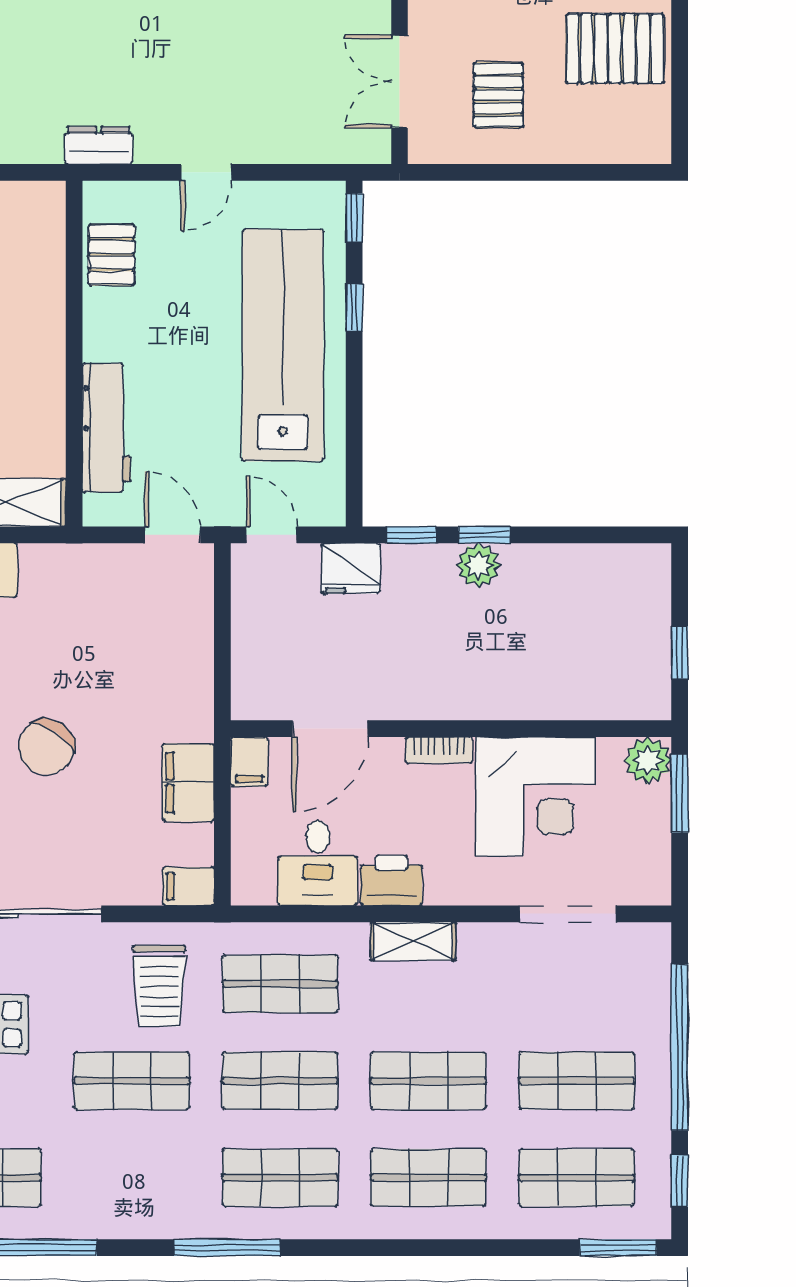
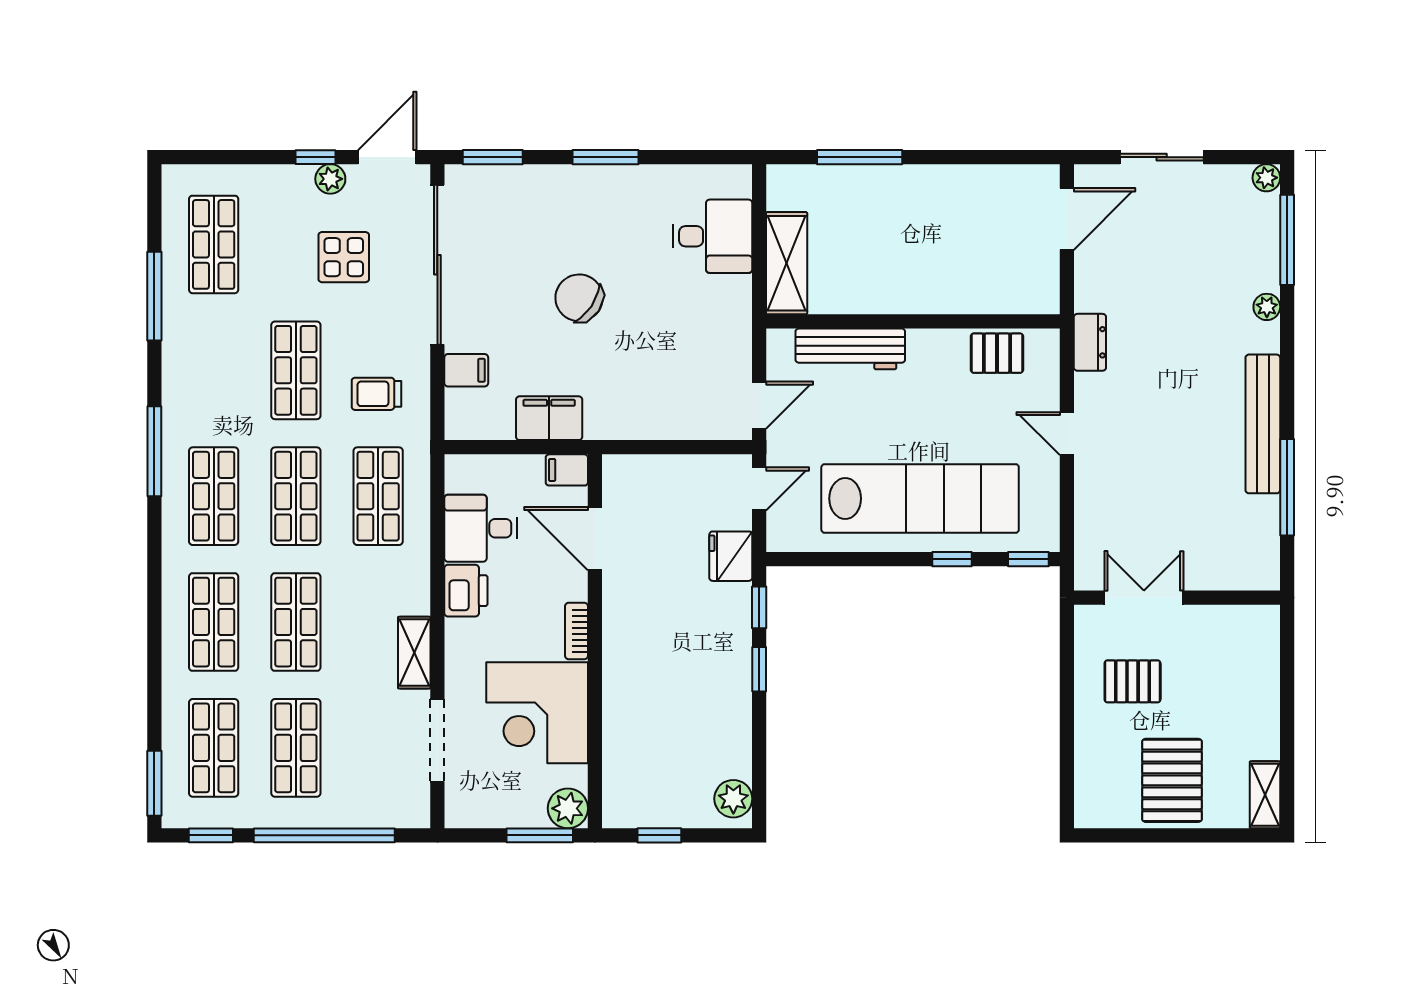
plant: (478, 565) -> (733, 799), moved
filing cabinet: (188, 886) -> (466, 370), moved, turned 90
shelving: (413, 941) -> (414, 653), moved
trolley: (159, 986) -> (376, 394), width x0.73, depth x0.72

